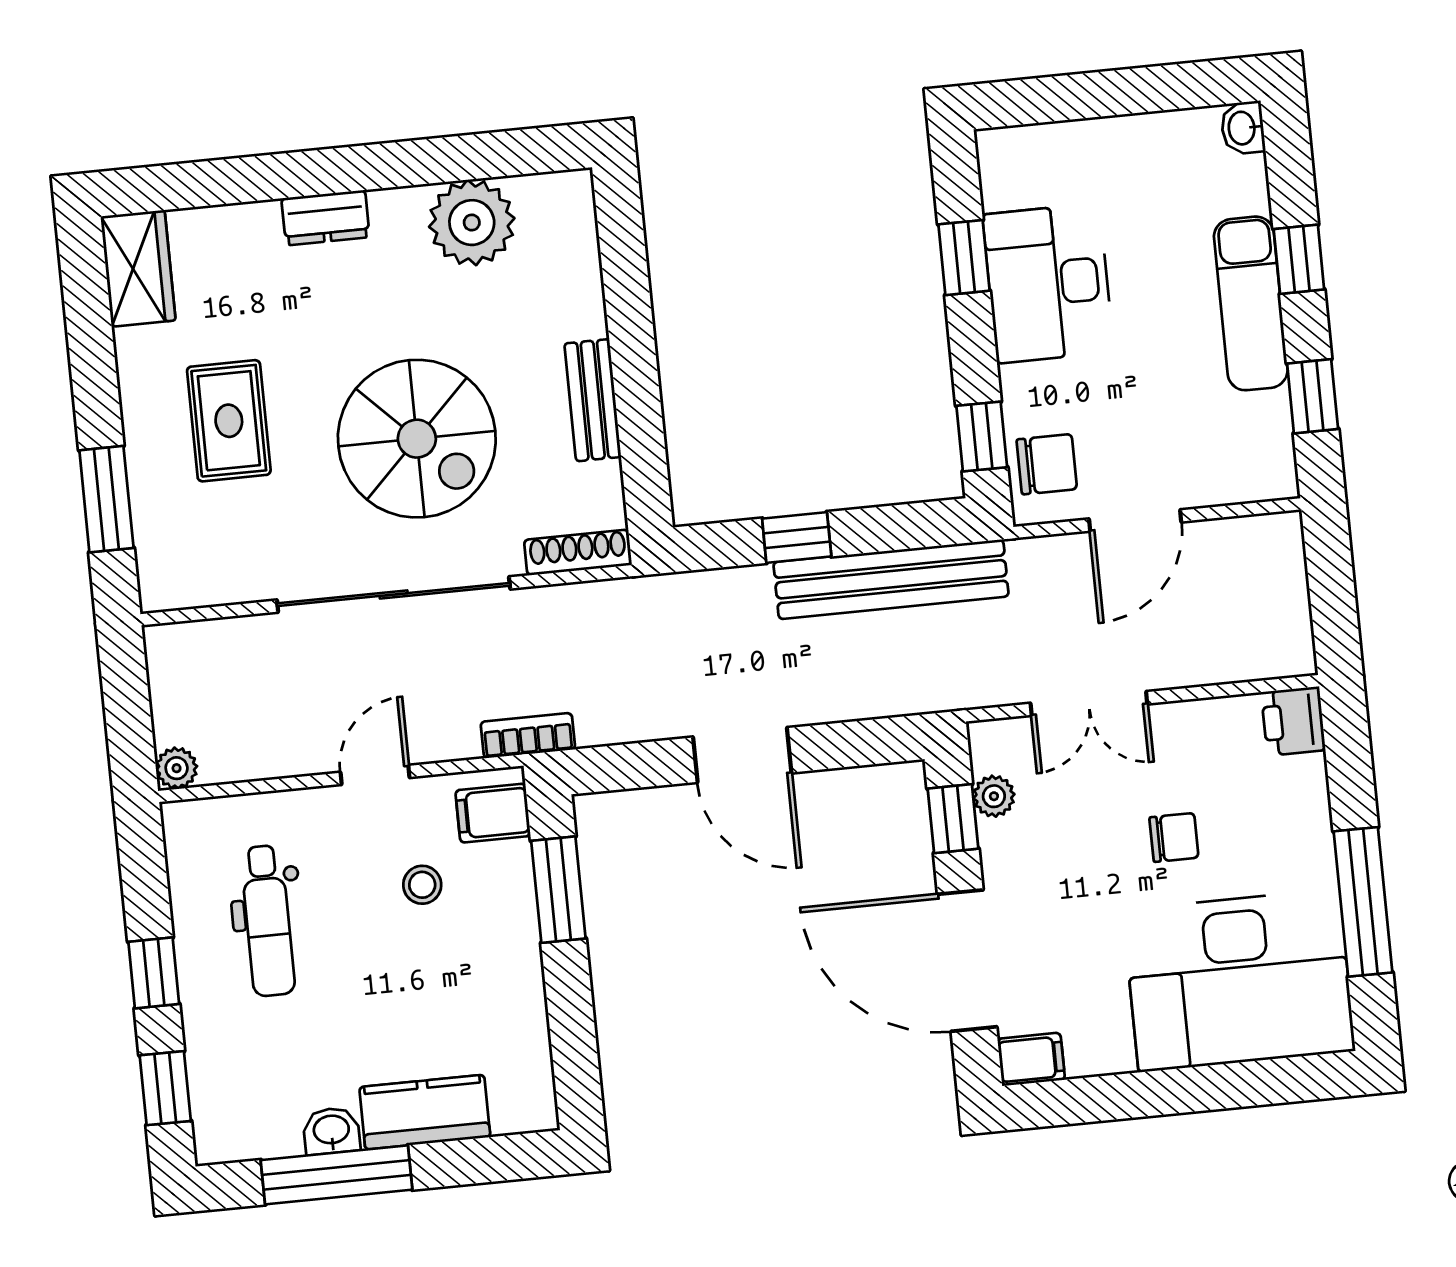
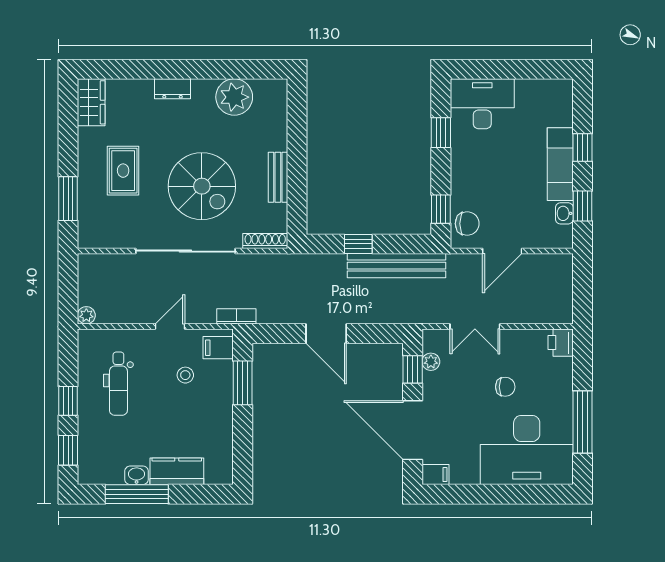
washbasin: (1243, 128) -> (564, 213), moved
desk: (1048, 283) -> (482, 104), moved, turned 90

